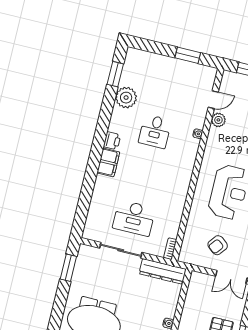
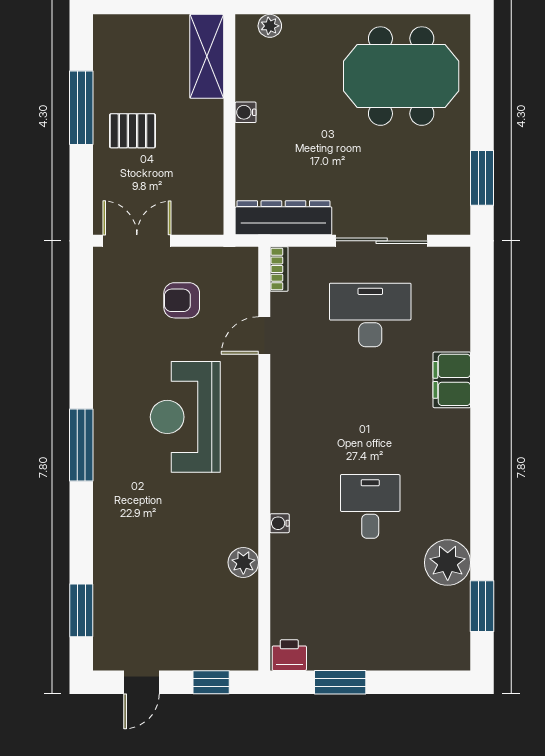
door: (213, 100) -> (264, 335), moved
printer: (112, 141) -> (289, 655), moved, turned 90
filing cabinet: (108, 162) -> (452, 380), moved
armchair: (218, 245) -> (182, 300), turned -128

